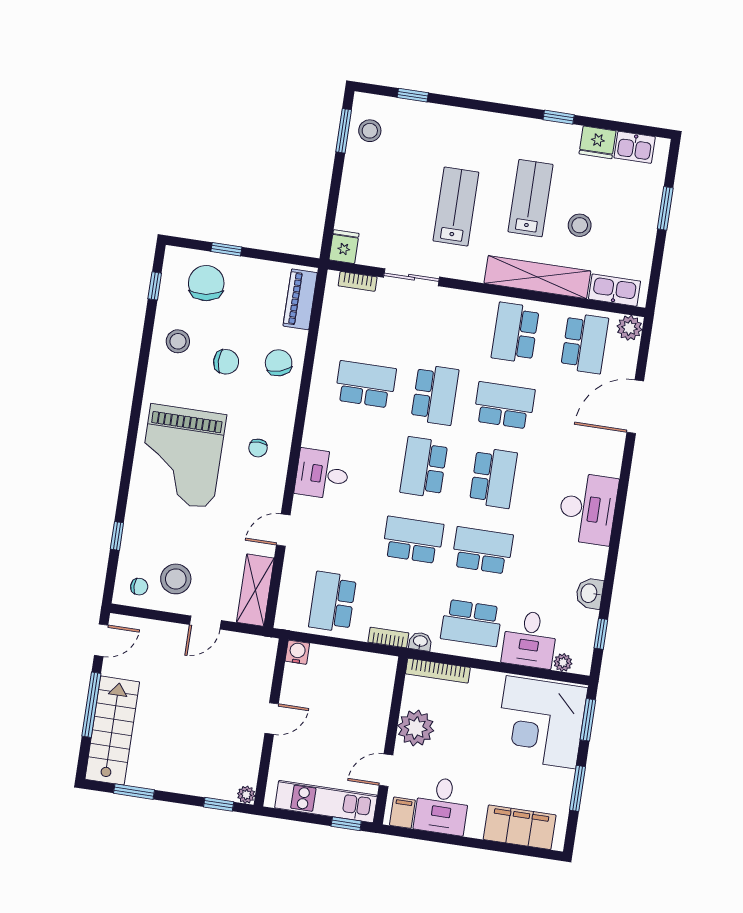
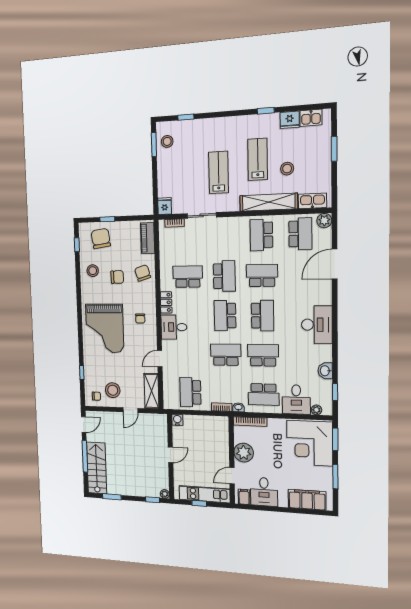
locker: (315, 425) -> (166, 302), added
window: (346, 824) -> (199, 503), moved

